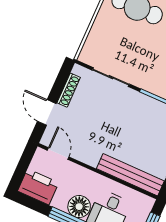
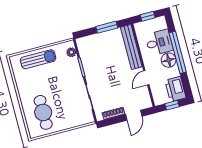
door: (58, 154) -> (146, 78), moved
window: (22, 167) -> (172, 105), added

